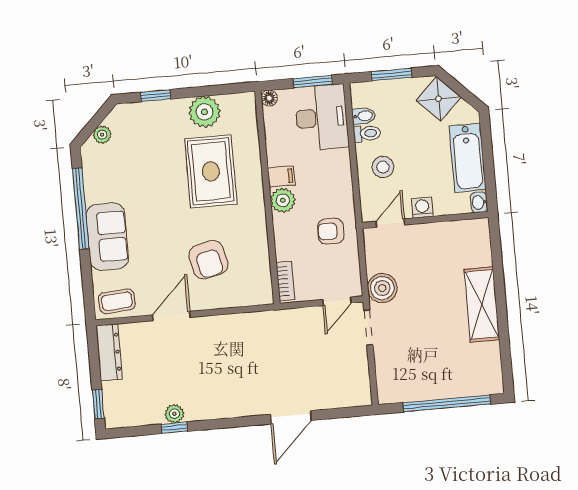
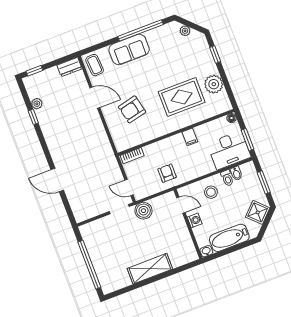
plant: (283, 200) -> (177, 142), removed
dresser: (109, 352) -> (70, 67), width x0.70
plant: (174, 414) -> (37, 104), moved

